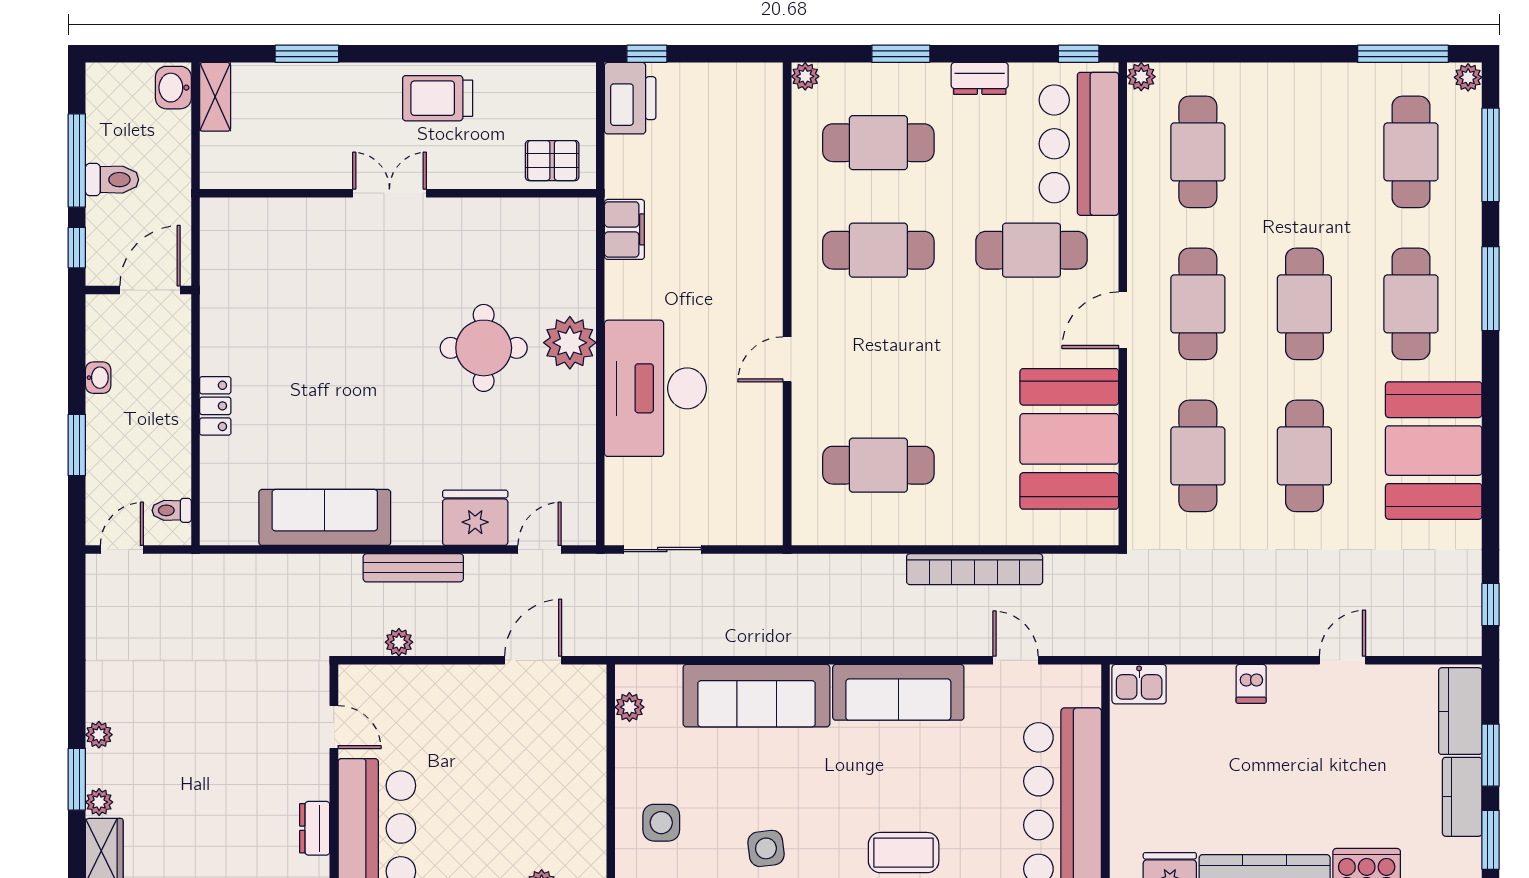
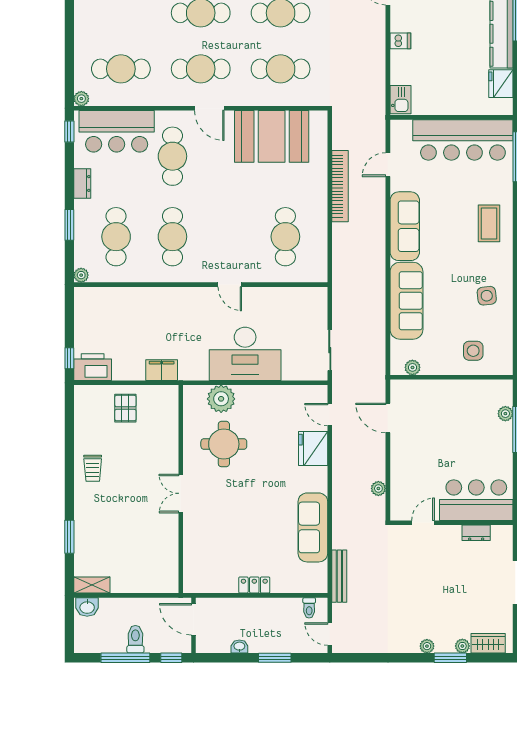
trolley: (438, 98) -> (93, 468), width x0.73, depth x0.72
double door: (389, 193) -> (181, 493), moved
wall: (398, 193) -> (181, 489), moved
bench: (413, 568) -> (339, 576), moved

